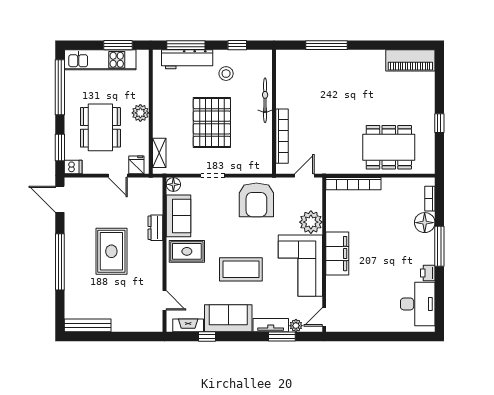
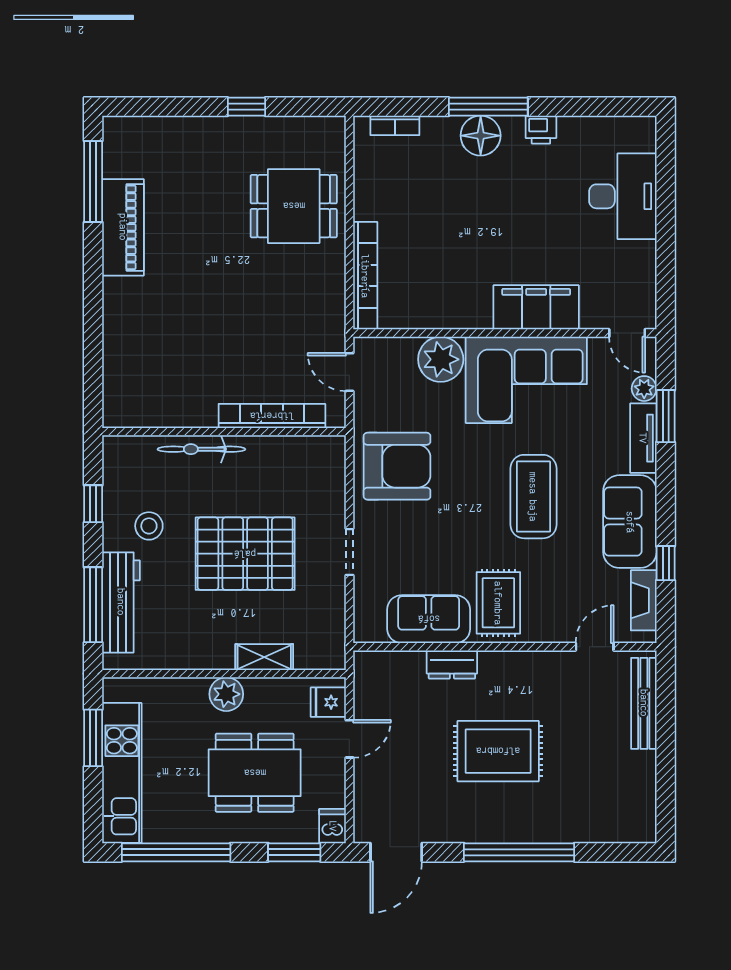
window: (327, 45) -> (93, 181), moved
piano: (410, 60) -> (123, 227), moved
dining table: (389, 147) -> (294, 206), width x0.73
shelving: (159, 153) -> (264, 657), moved
floor lamp: (173, 184) -> (367, 629), removed
floor lamp: (425, 223) -> (481, 136), moved
filing cabinet: (337, 254) -> (536, 307), moved
desk: (418, 304) -> (623, 196), moved, turned 90
bench: (88, 325) -> (644, 703), moved

